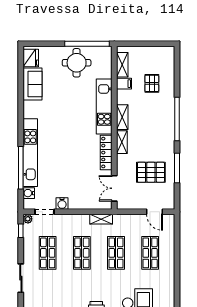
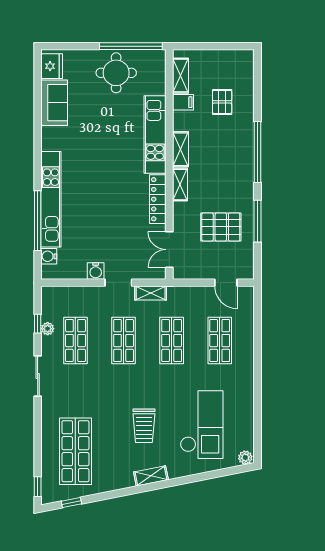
doorway: (44, 212) -> (118, 283), moved
plant: (28, 219) -> (48, 329), moved
window: (21, 231) -> (38, 324), moved

